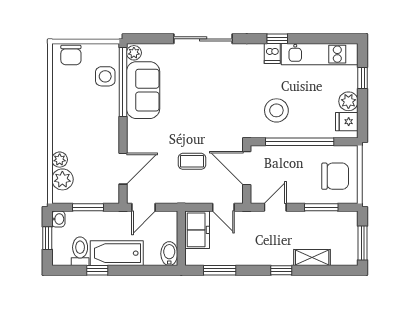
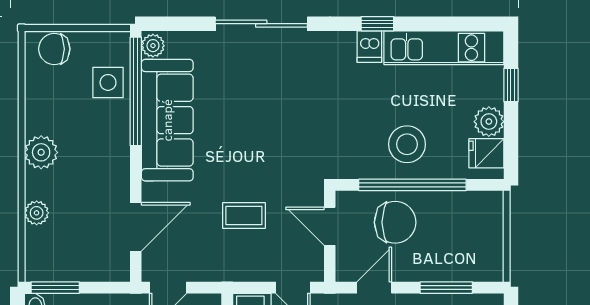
chair: (71, 55) -> (54, 49), turned 90
sofa: (143, 90) -> (167, 120), width x1.36
stool: (276, 110) -> (407, 144), moved
door: (247, 168) -> (330, 226), width x0.73
chair: (335, 176) -> (395, 222), moved
plant: (62, 179) -> (41, 152), moved
window: (88, 207) -> (55, 288), moved

